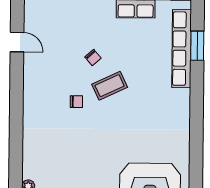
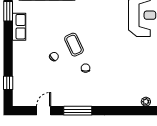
window: (17, 90) -> (78, 111), added

